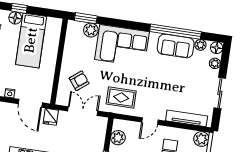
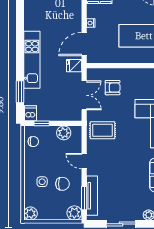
armchair: (79, 81) -> (113, 88), turned -52
rug: (121, 98) -> (103, 130), turned 90
window: (188, 127) -> (84, 198), added

